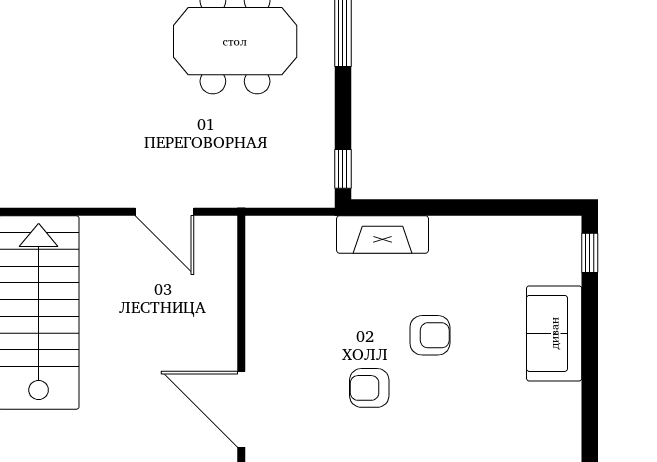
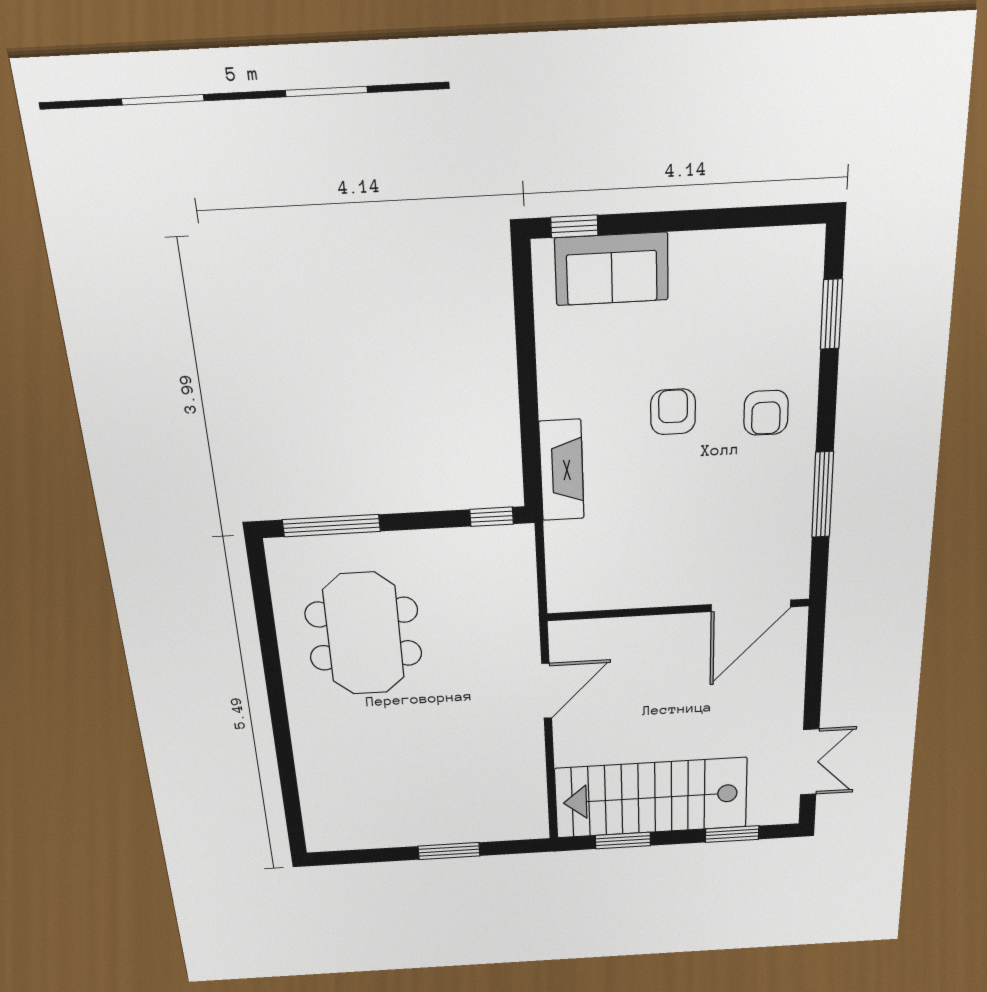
sofa: (554, 333) -> (612, 269), moved
armchair: (369, 388) -> (766, 413), moved

